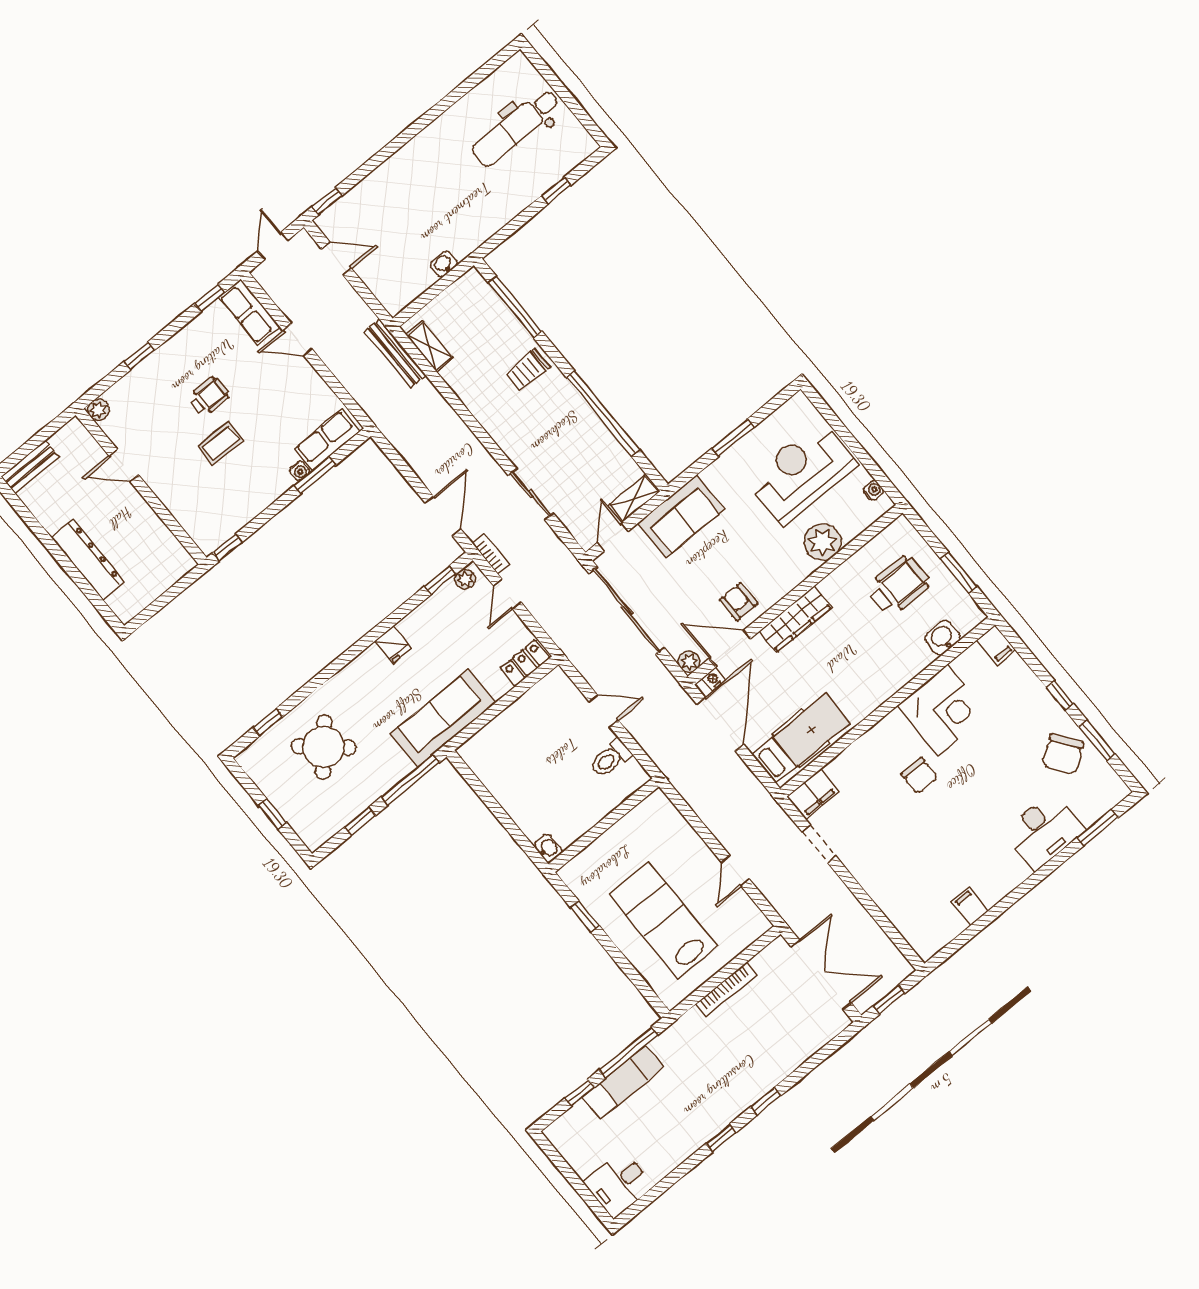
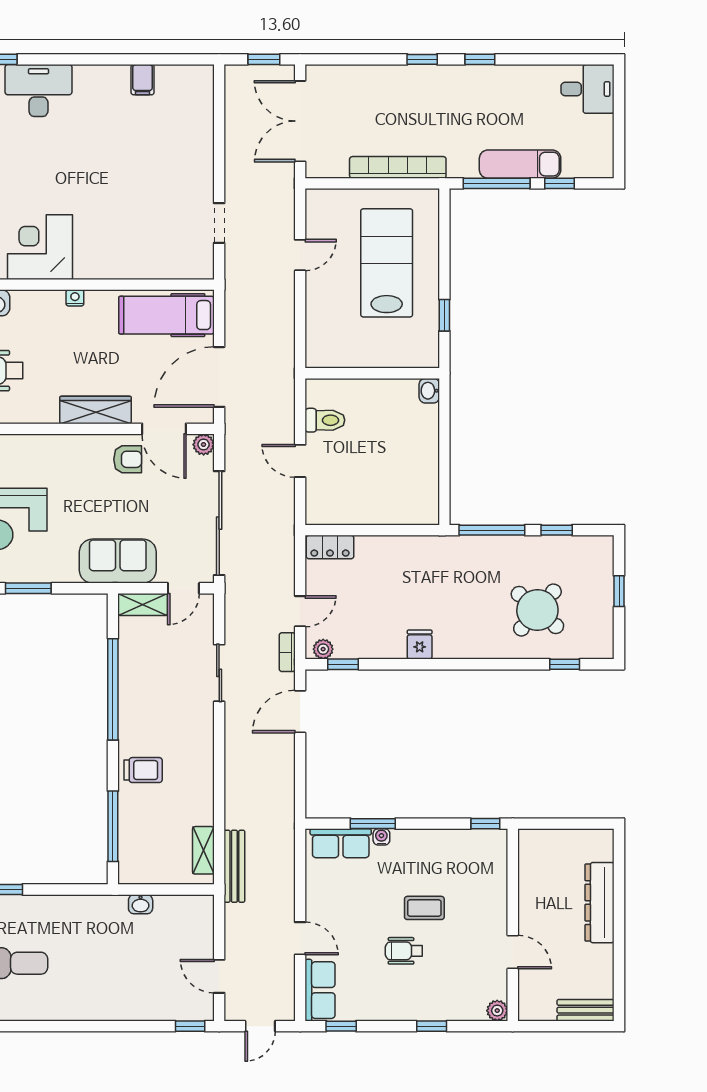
plant: (822, 542) -> (26, 452), removed
armchair: (739, 602) -> (128, 459), turned -90
nightstand: (713, 679) -> (75, 298), moved, turned 180
sofa: (443, 719) -> (428, 557), removed
chair: (920, 776) -> (99, 211), removed
filing cabinet: (813, 794) -> (192, 265), removed
lab bench: (663, 920) -> (387, 263), turned 180
bookcase: (726, 989) -> (398, 167), width x1.48, depth x1.31

